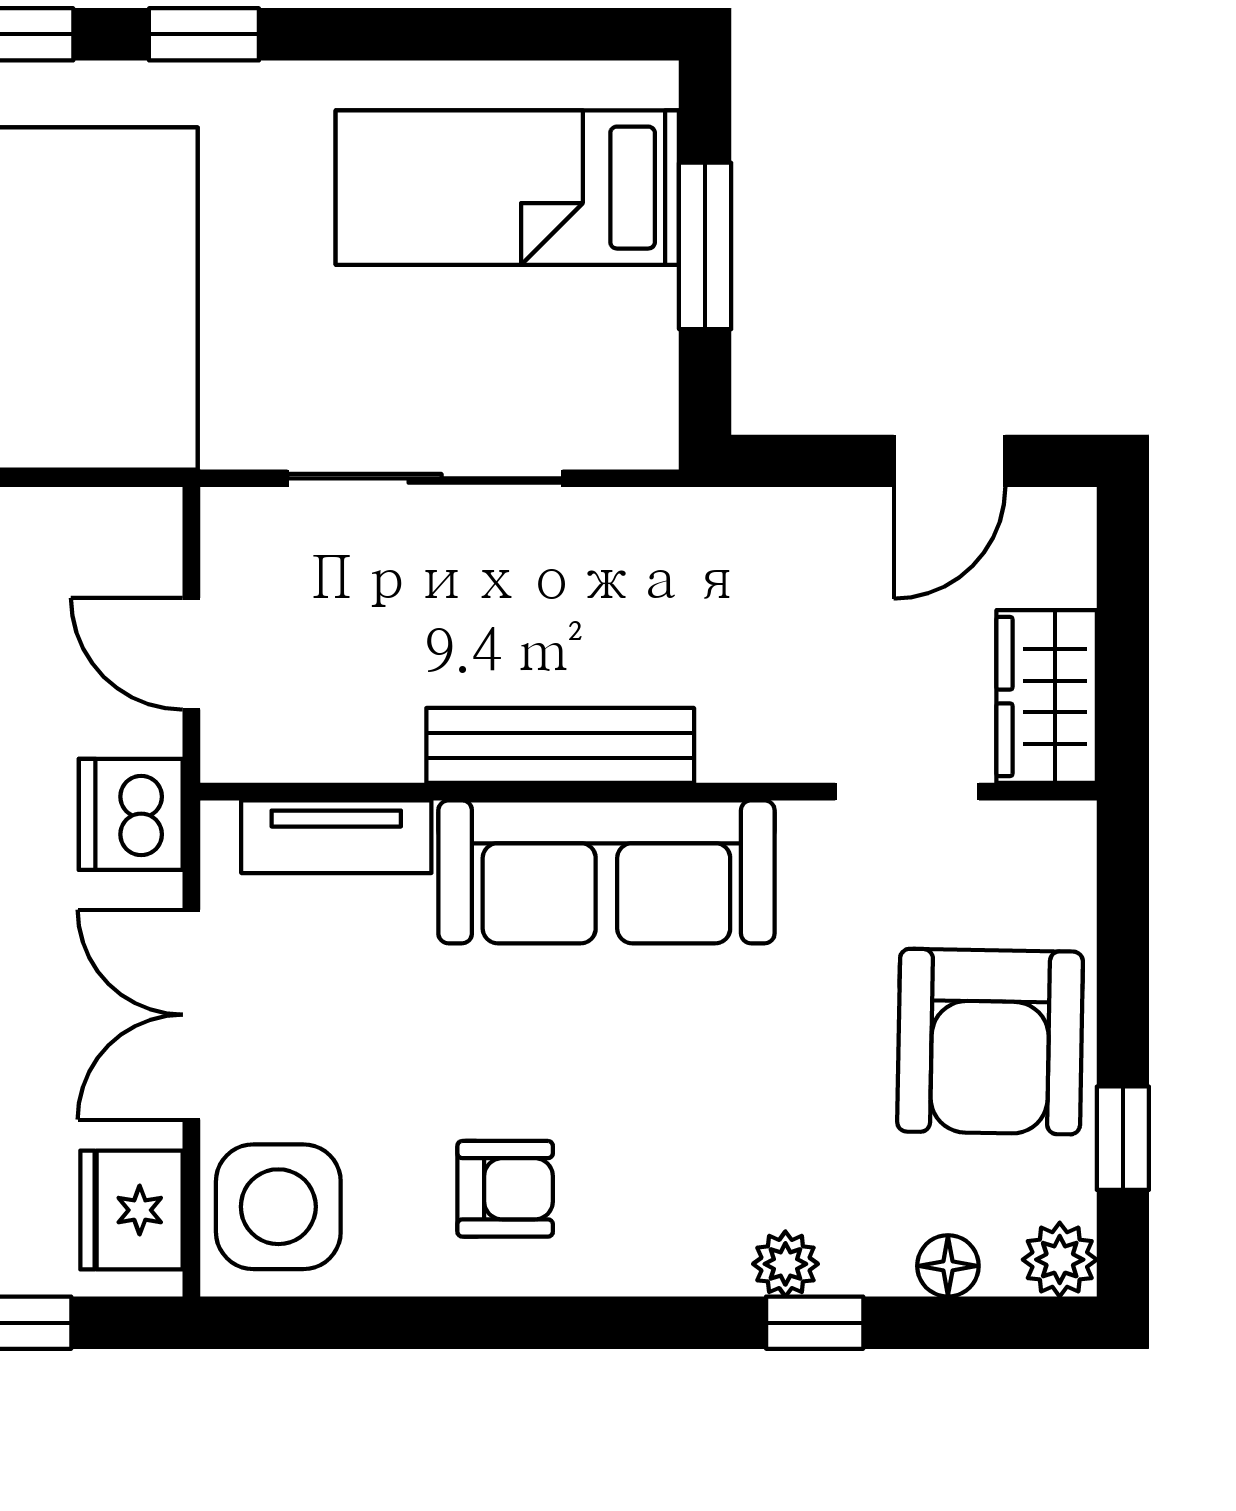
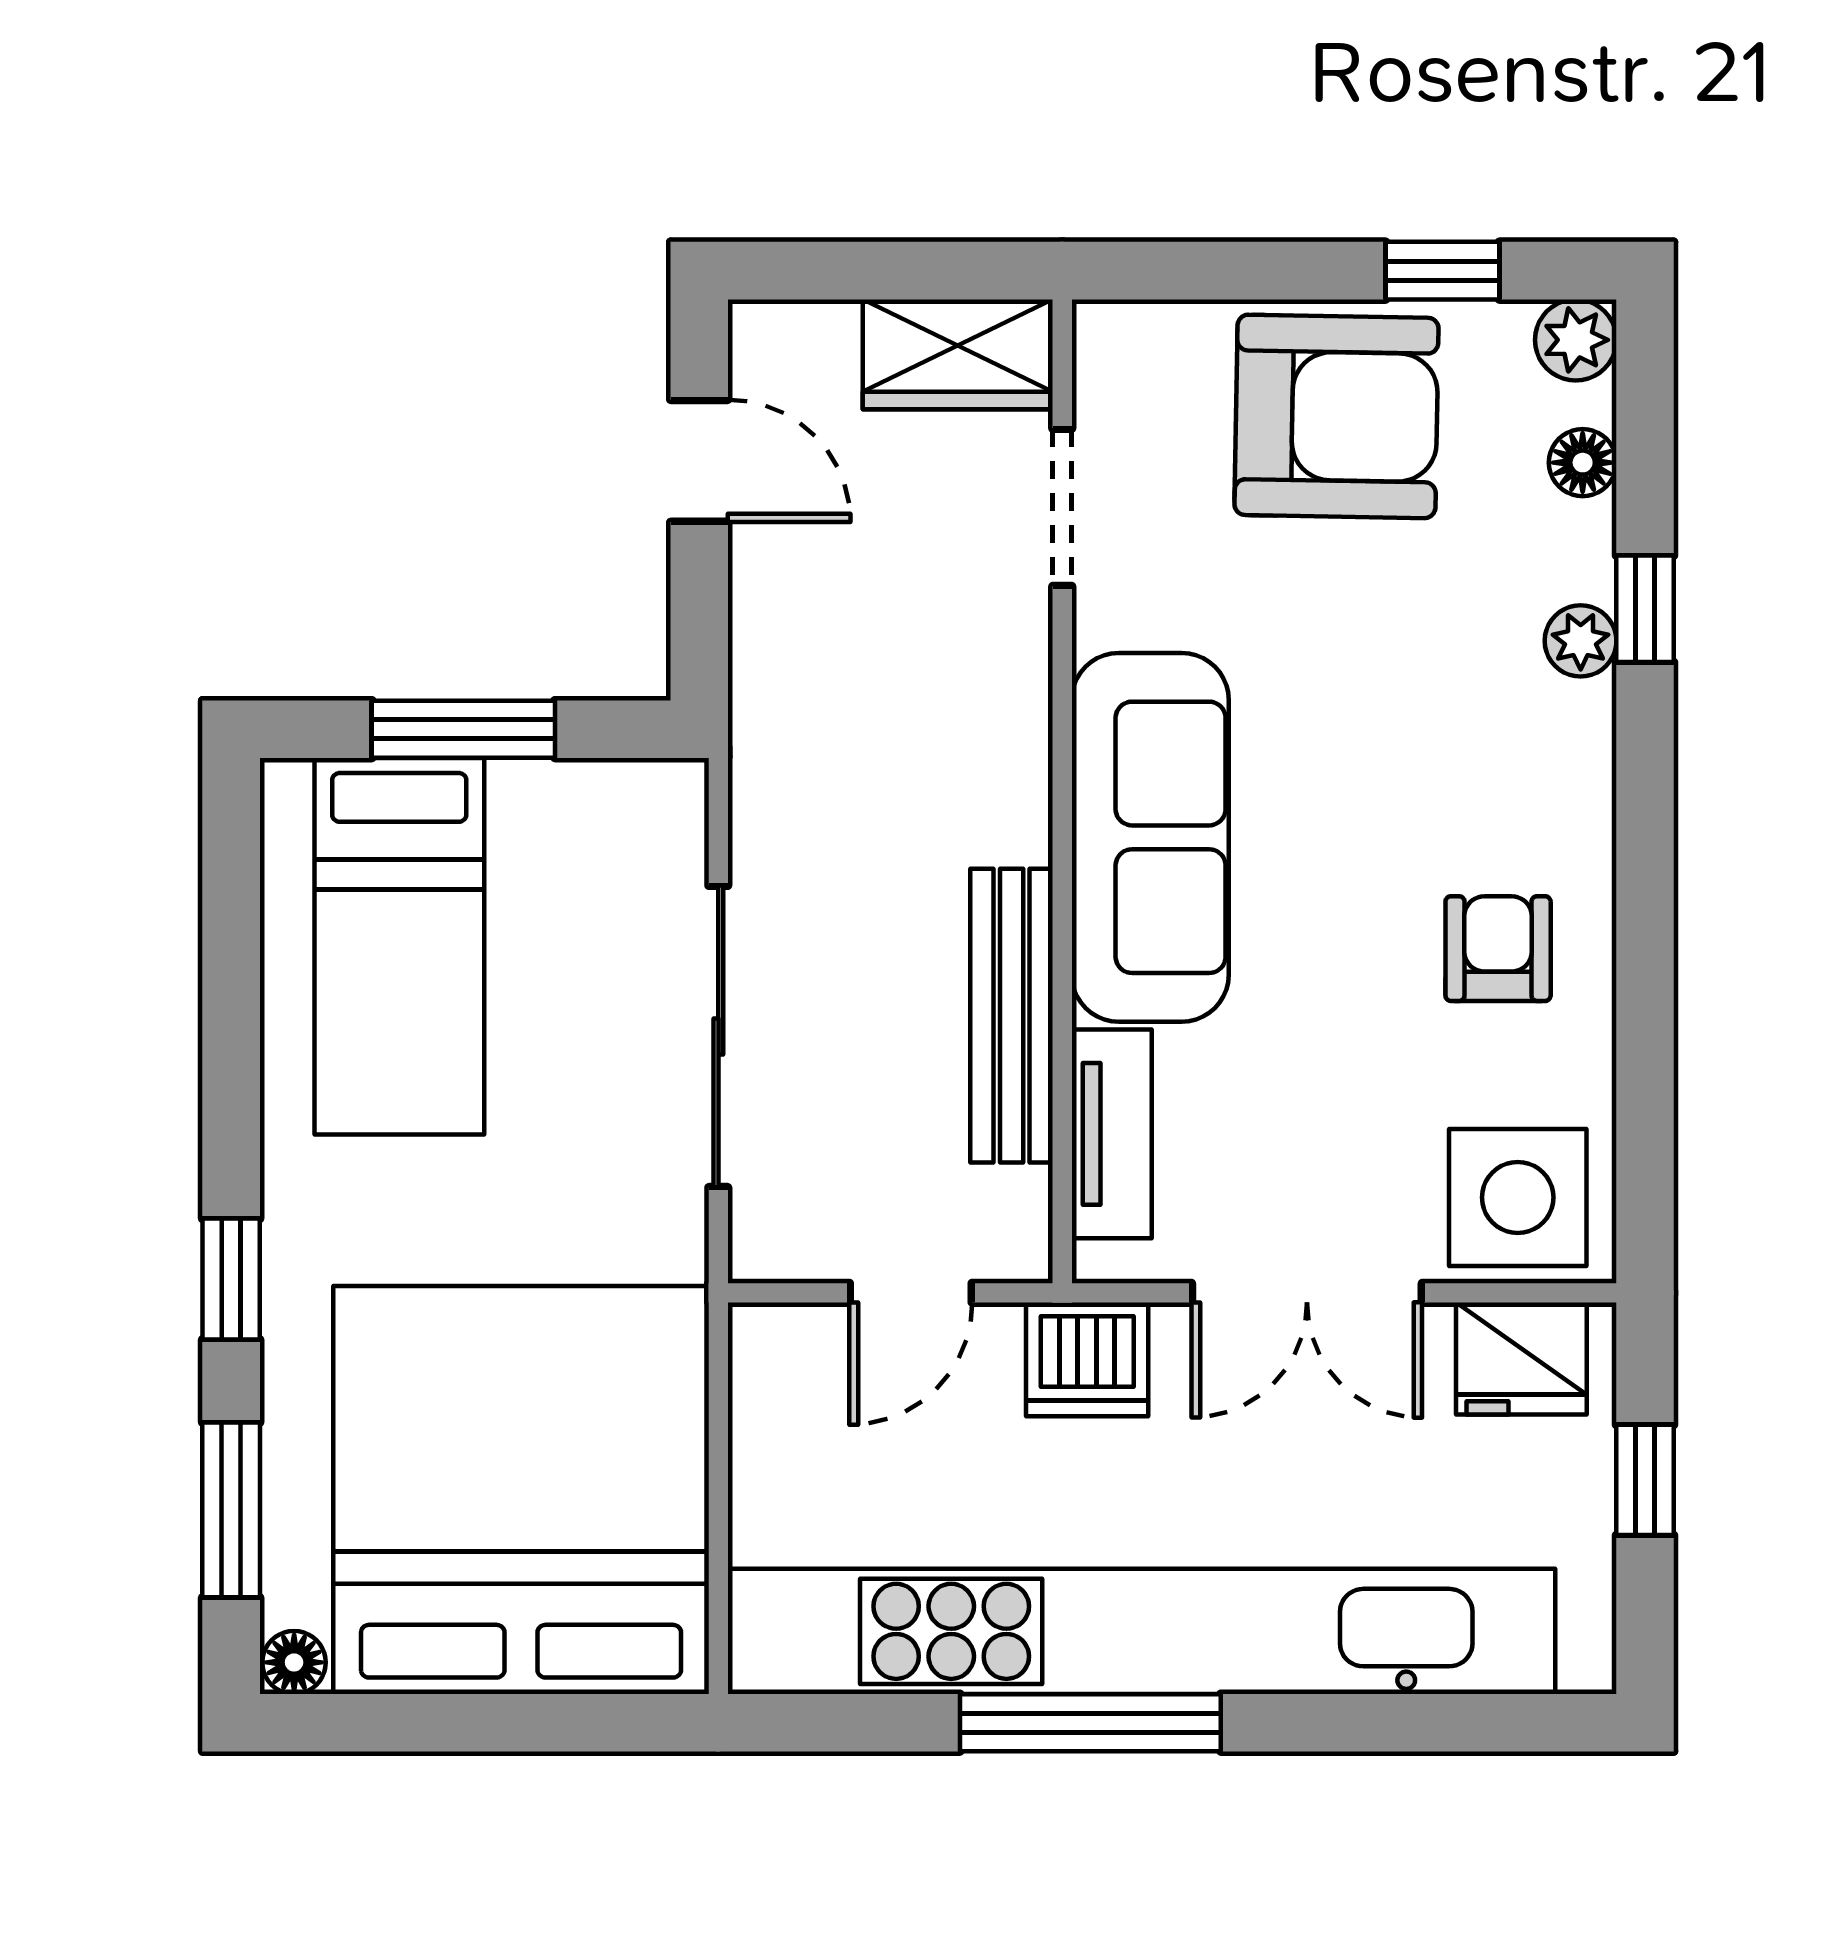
bench: (560, 745) -> (1012, 1016), moved

